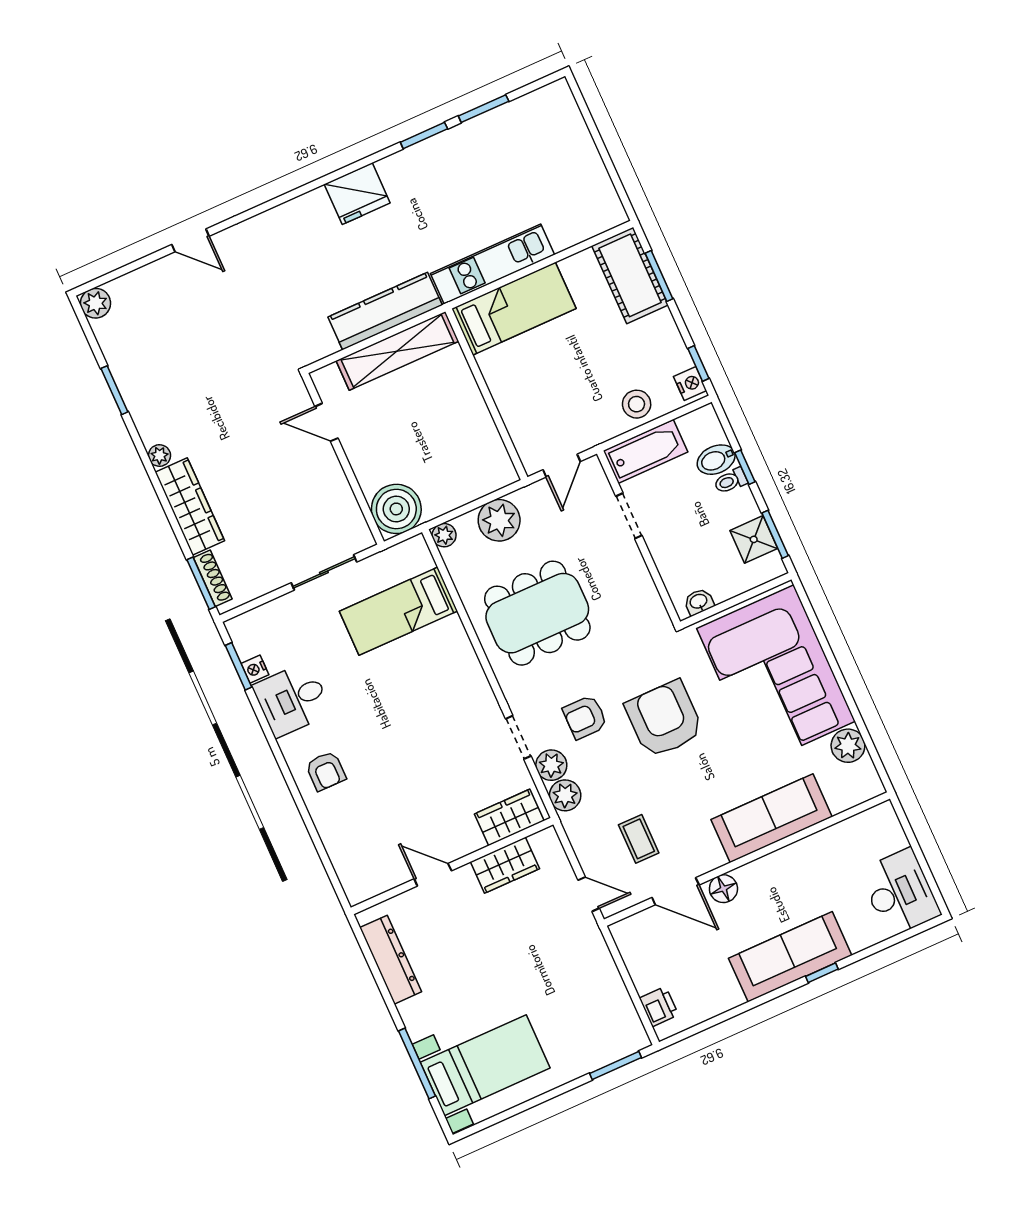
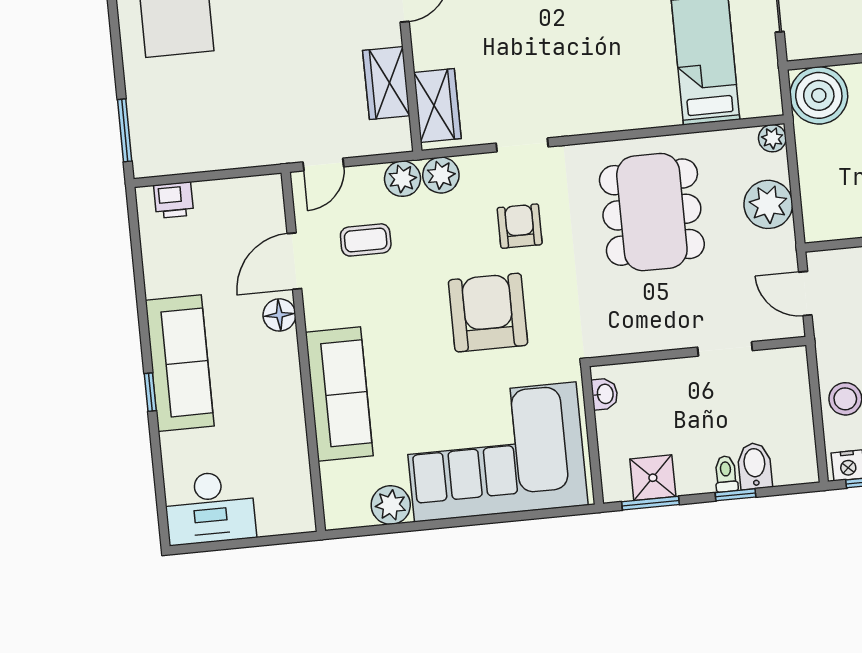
bathtub: (646, 451) -> (790, 391), removed
armchair: (664, 719) -> (488, 313), turned -90
plant: (551, 765) -> (403, 179), moved

